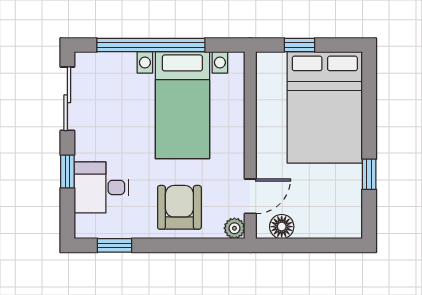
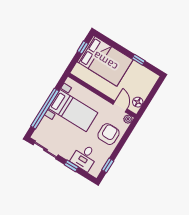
window: (300, 45) -> (83, 47), moved
armchair: (179, 207) -> (109, 134), turned 90

